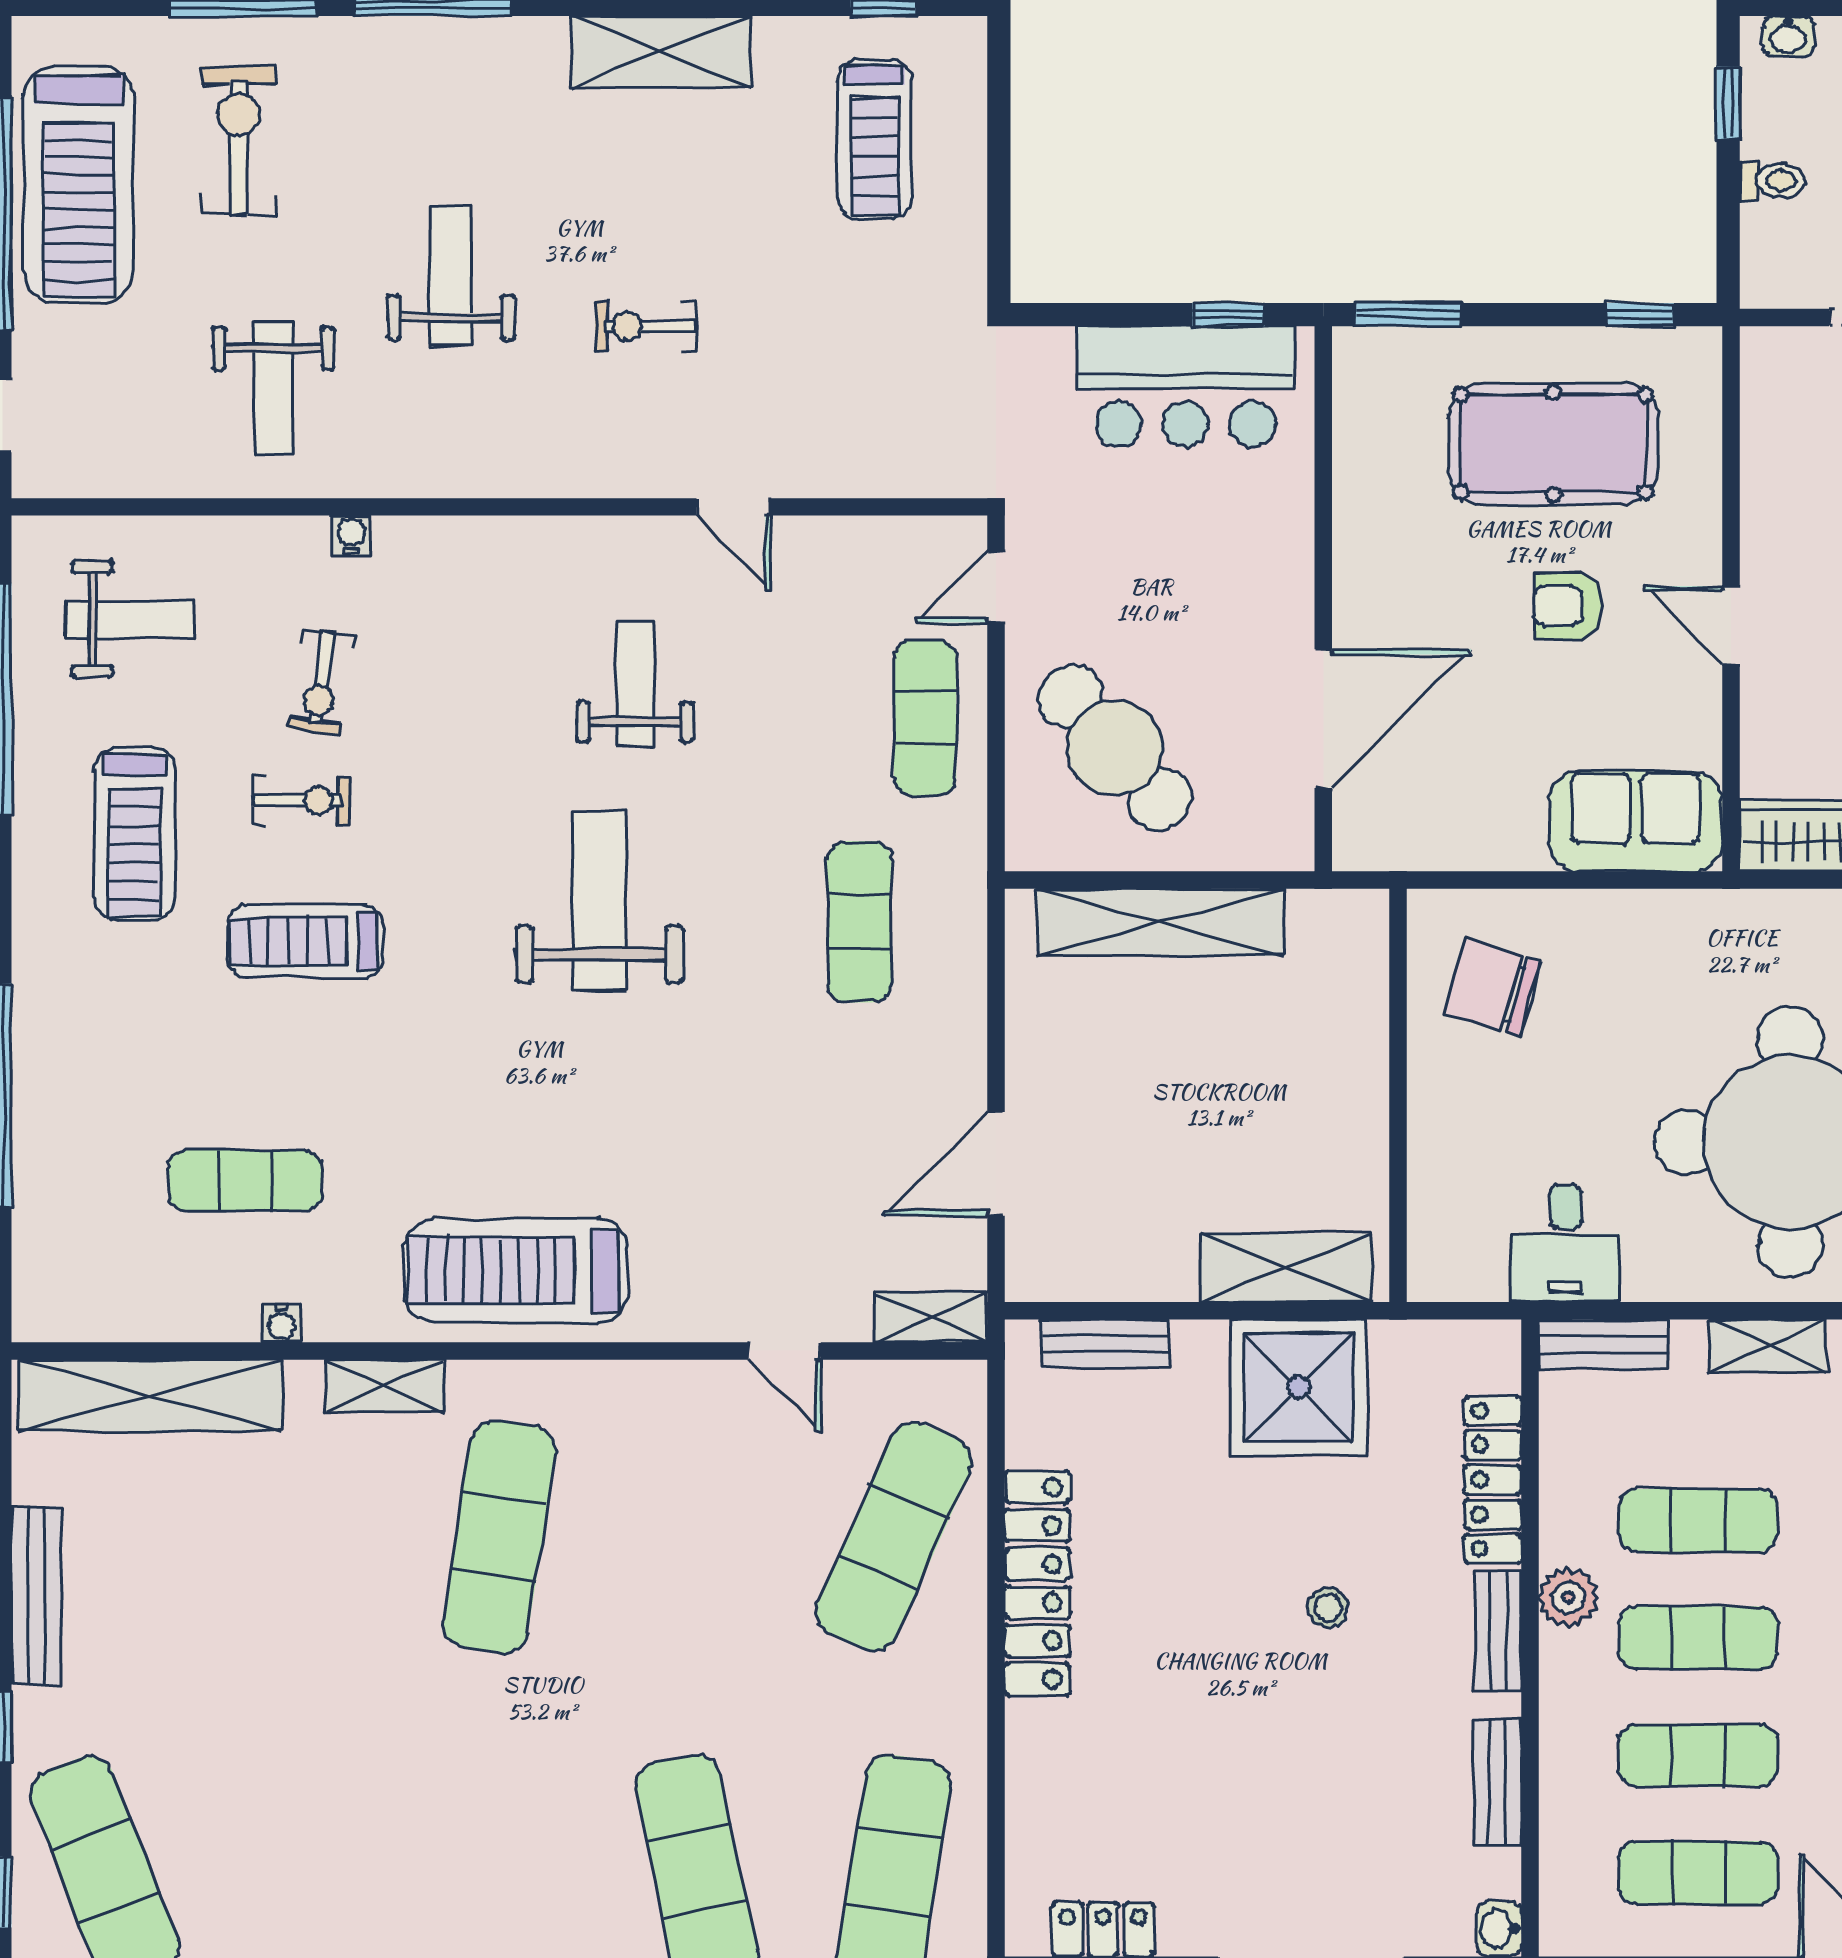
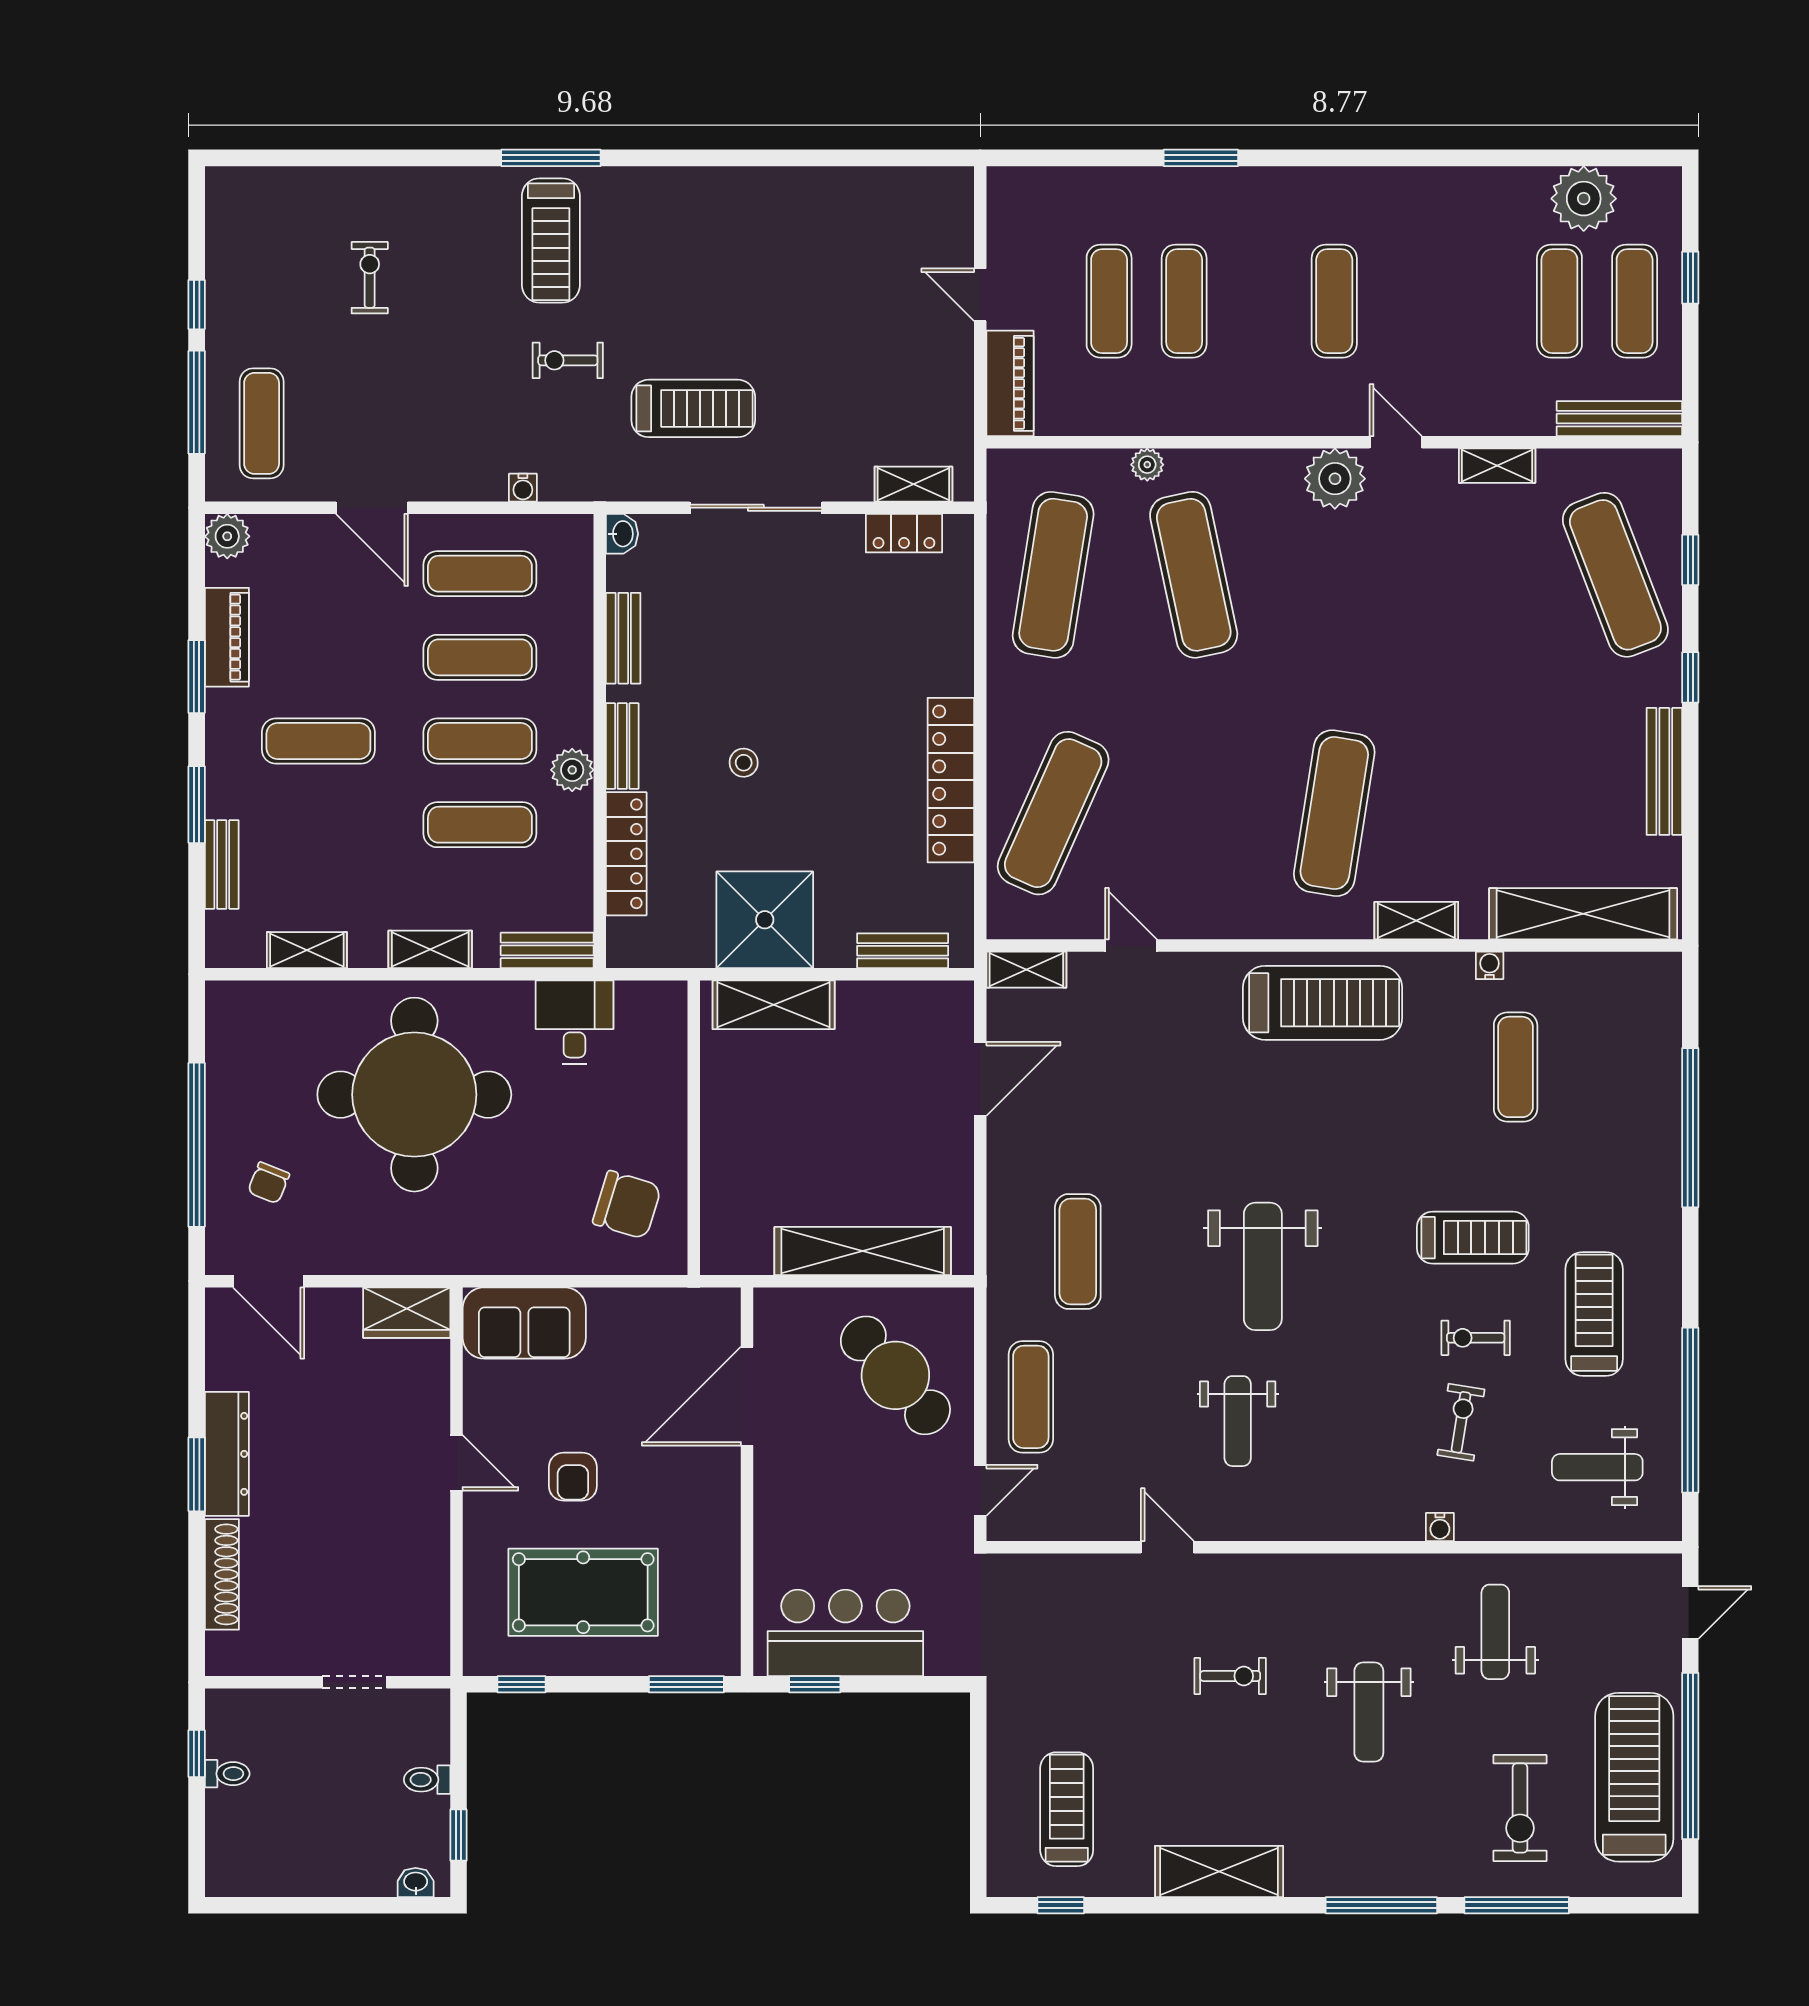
armchair: (1568, 606) -> (573, 1477), turned 90
exercise mat: (245, 1181) -> (1516, 1067), turned 90

